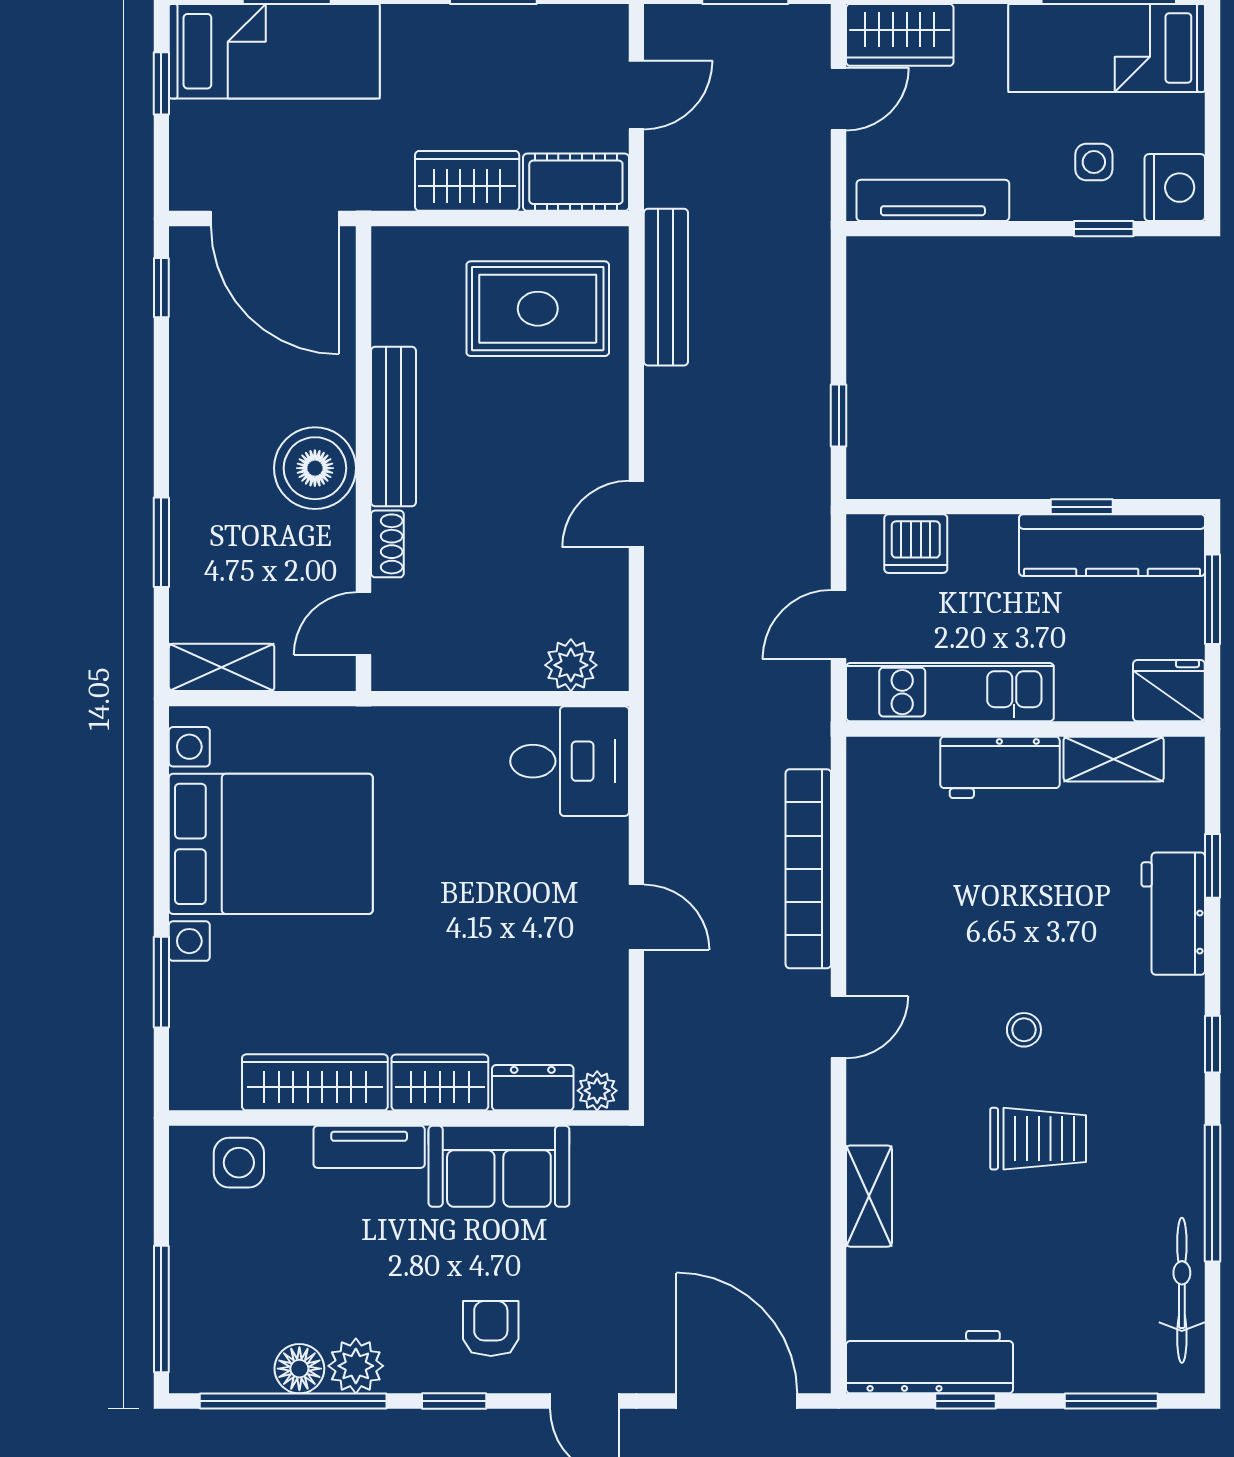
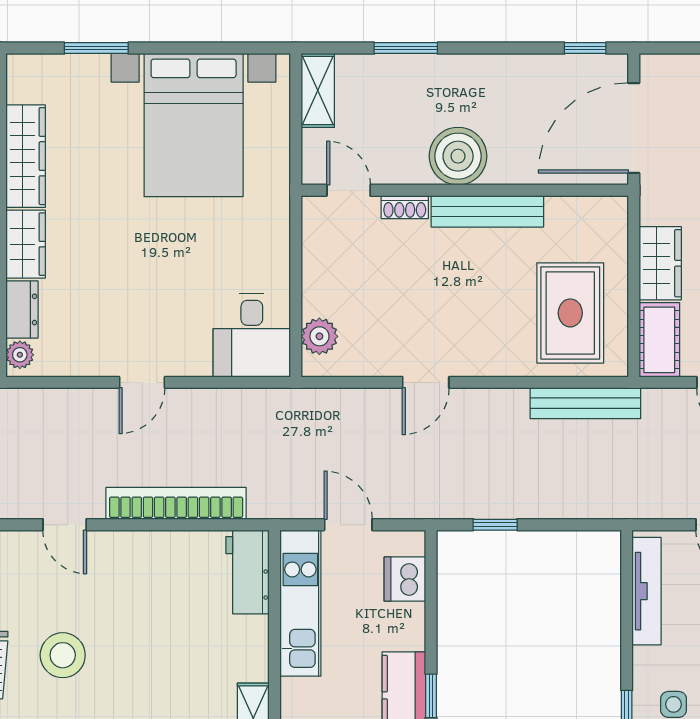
door: (636, 514) -> (426, 382), swing flipped
workbench: (1000, 767) -> (247, 572), moved
stool: (1024, 1030) -> (63, 655), width x1.89, depth x1.89

